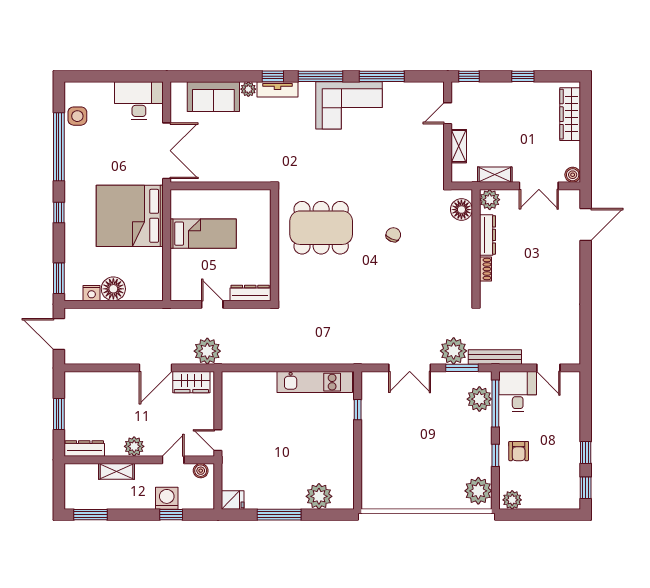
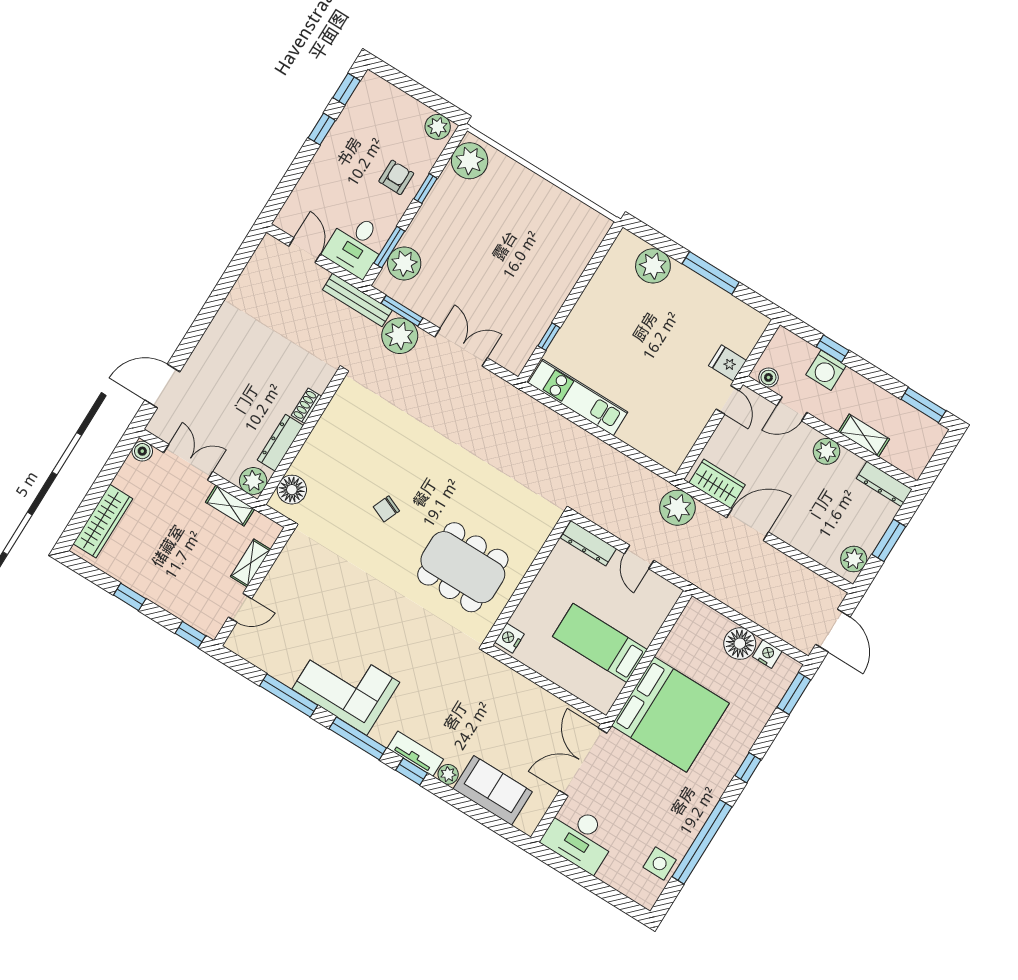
nightstand: (263, 201) -> (509, 638), added
plant: (74, 388) -> (854, 559), added
window: (495, 404) -> (389, 247), width x0.69
fridge: (233, 500) -> (728, 363), moved

